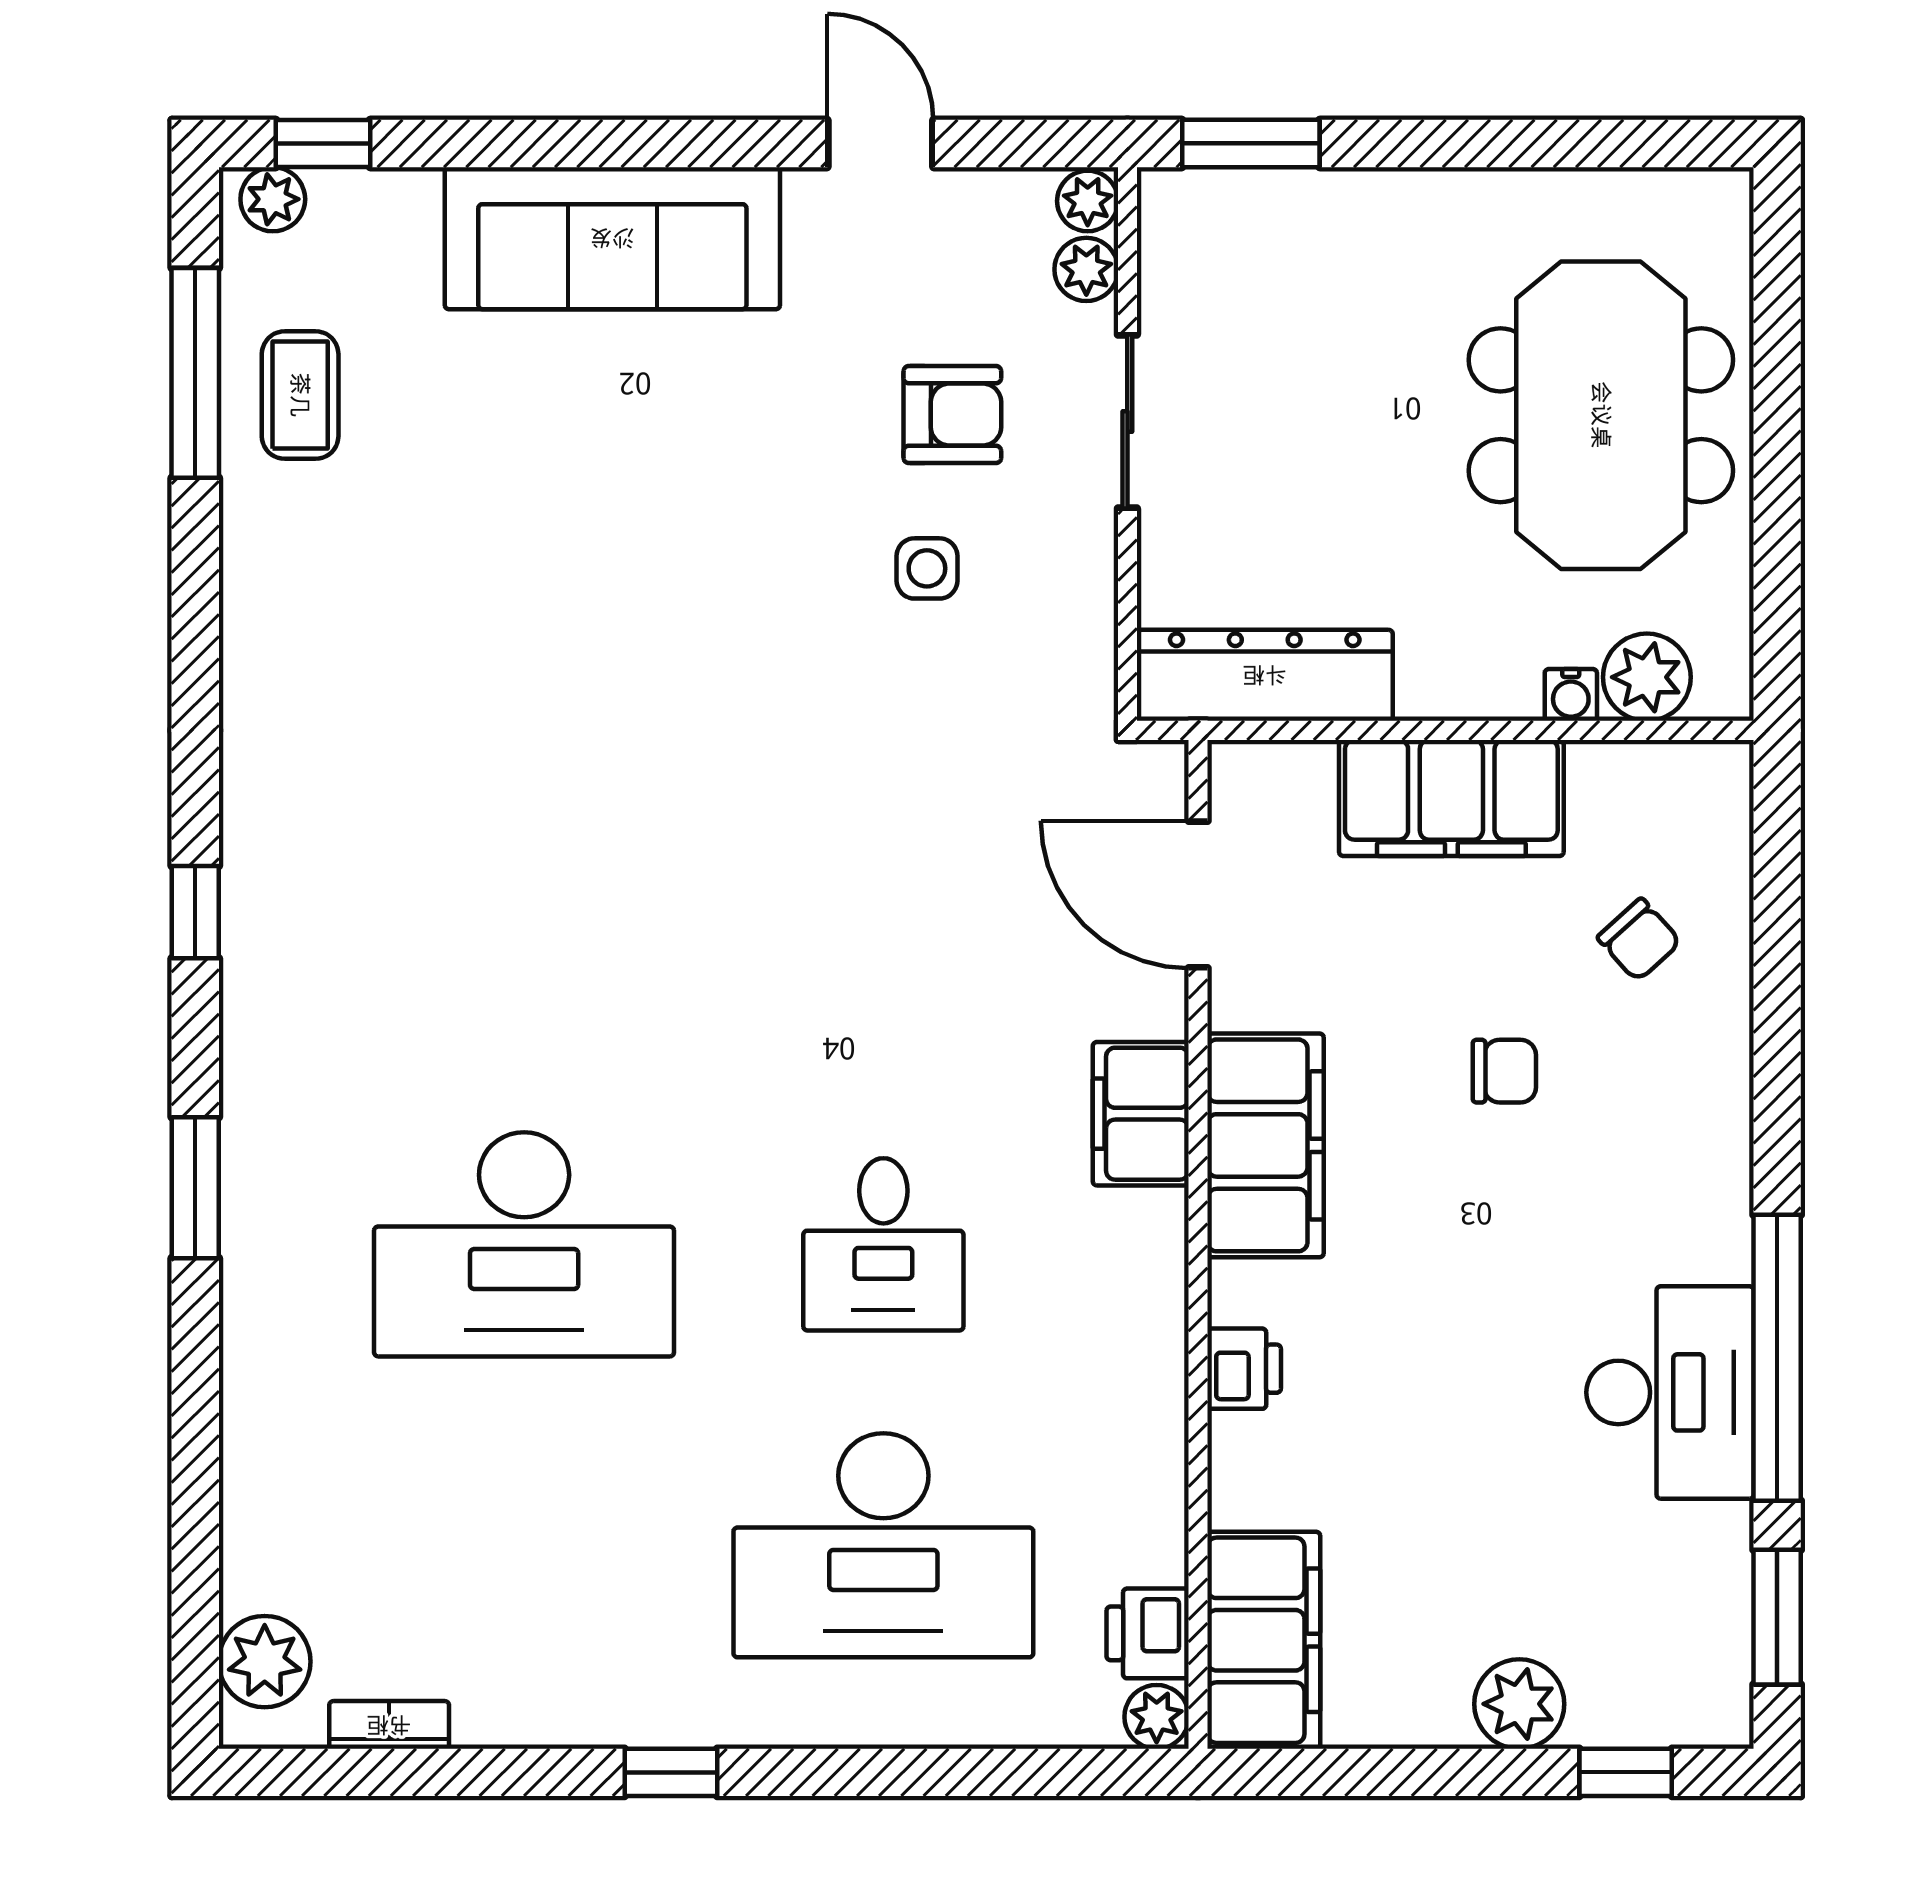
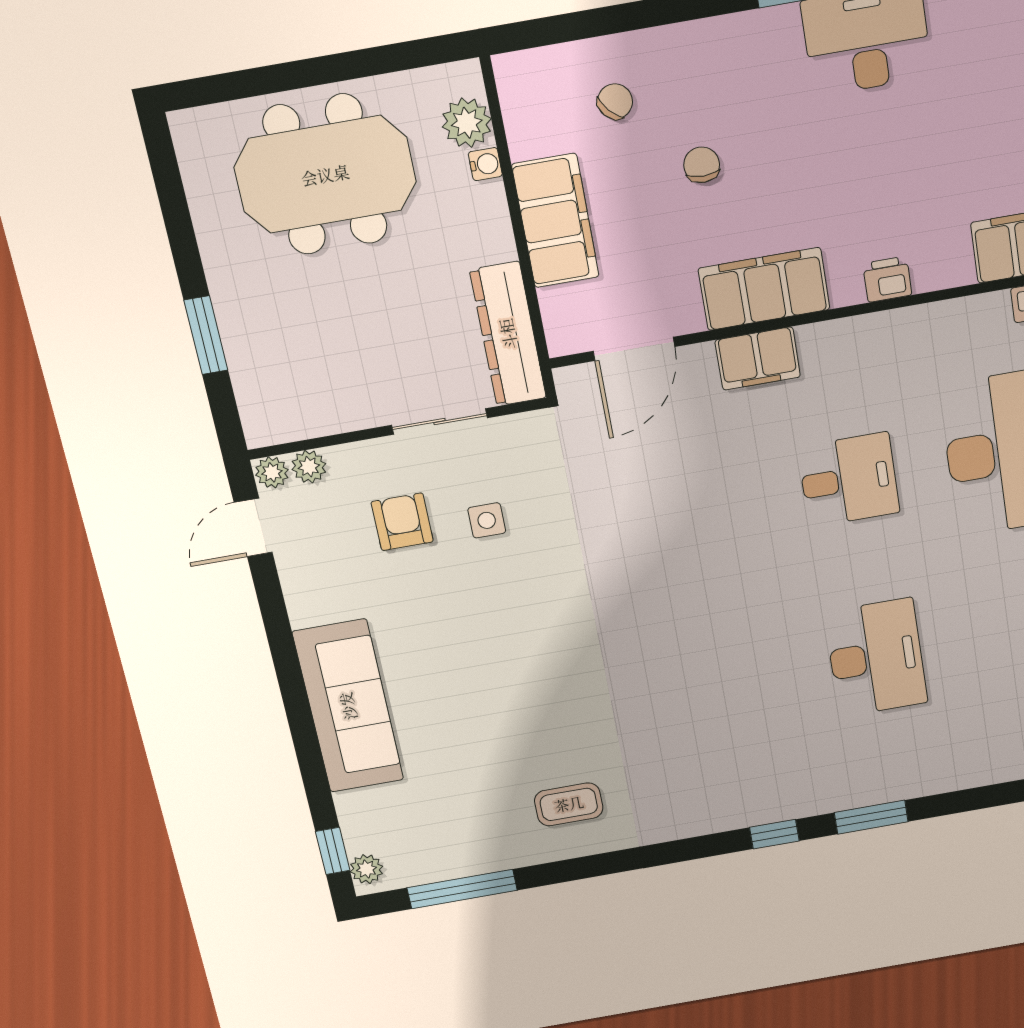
door: (880, 143) -> (253, 527), moved
window: (1251, 143) -> (206, 335), moved
coffee table: (300, 395) -> (569, 804), moved
sliding door: (1127, 422) -> (439, 422), moved
window: (195, 912) -> (774, 834), moved
desk: (524, 1244) -> (876, 658), width x0.73, depth x0.77

